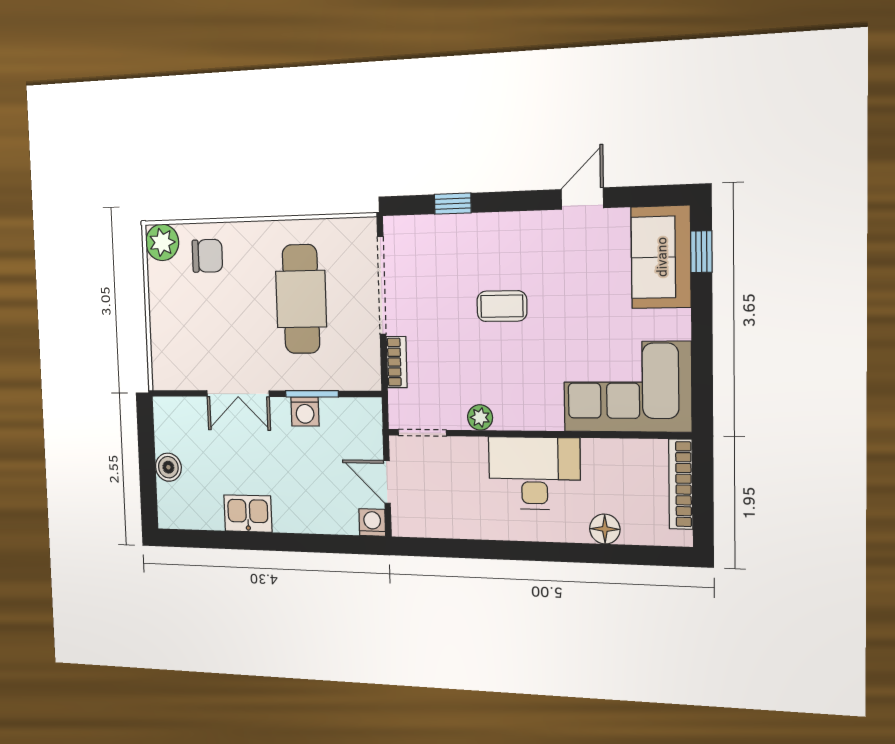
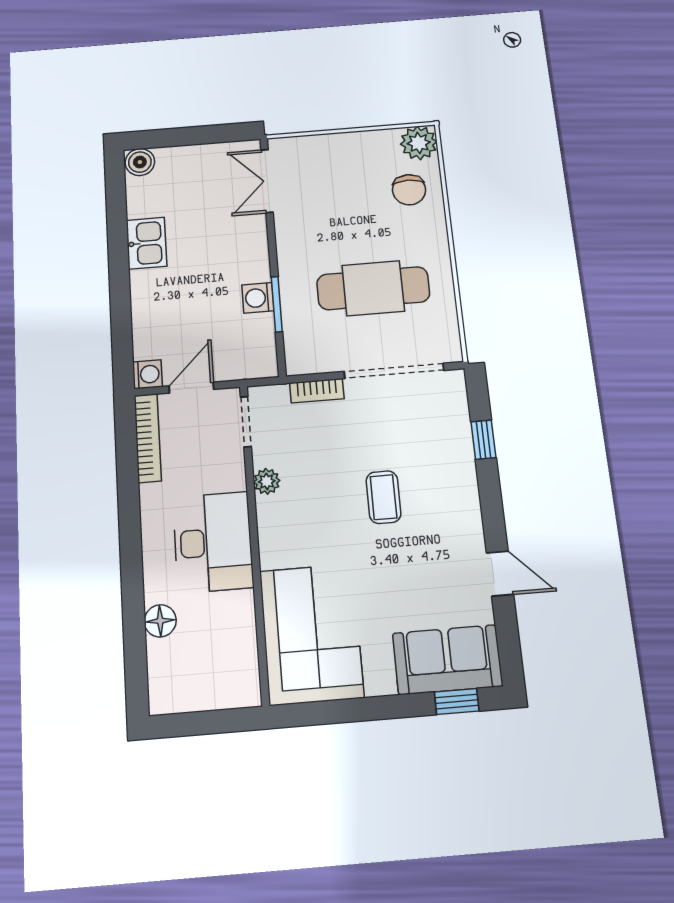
double door: (238, 394) -> (267, 181), moved
boiler: (168, 467) -> (140, 162), moved
bookcase: (681, 484) -> (148, 438), moved, turned 90

